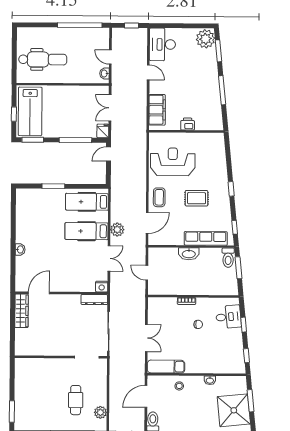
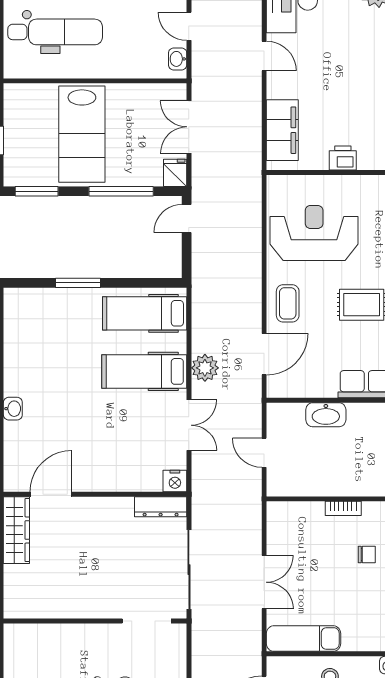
lab bench: (30, 111) -> (82, 134), moved
washbasin: (189, 254) -> (326, 415), moved

